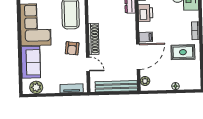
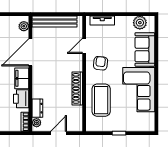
filing cabinet: (146, 37) -> (22, 78), width x2.00
shoe rack: (94, 39) -> (77, 88), moved
door: (88, 64) -> (84, 46), hinge flipped

